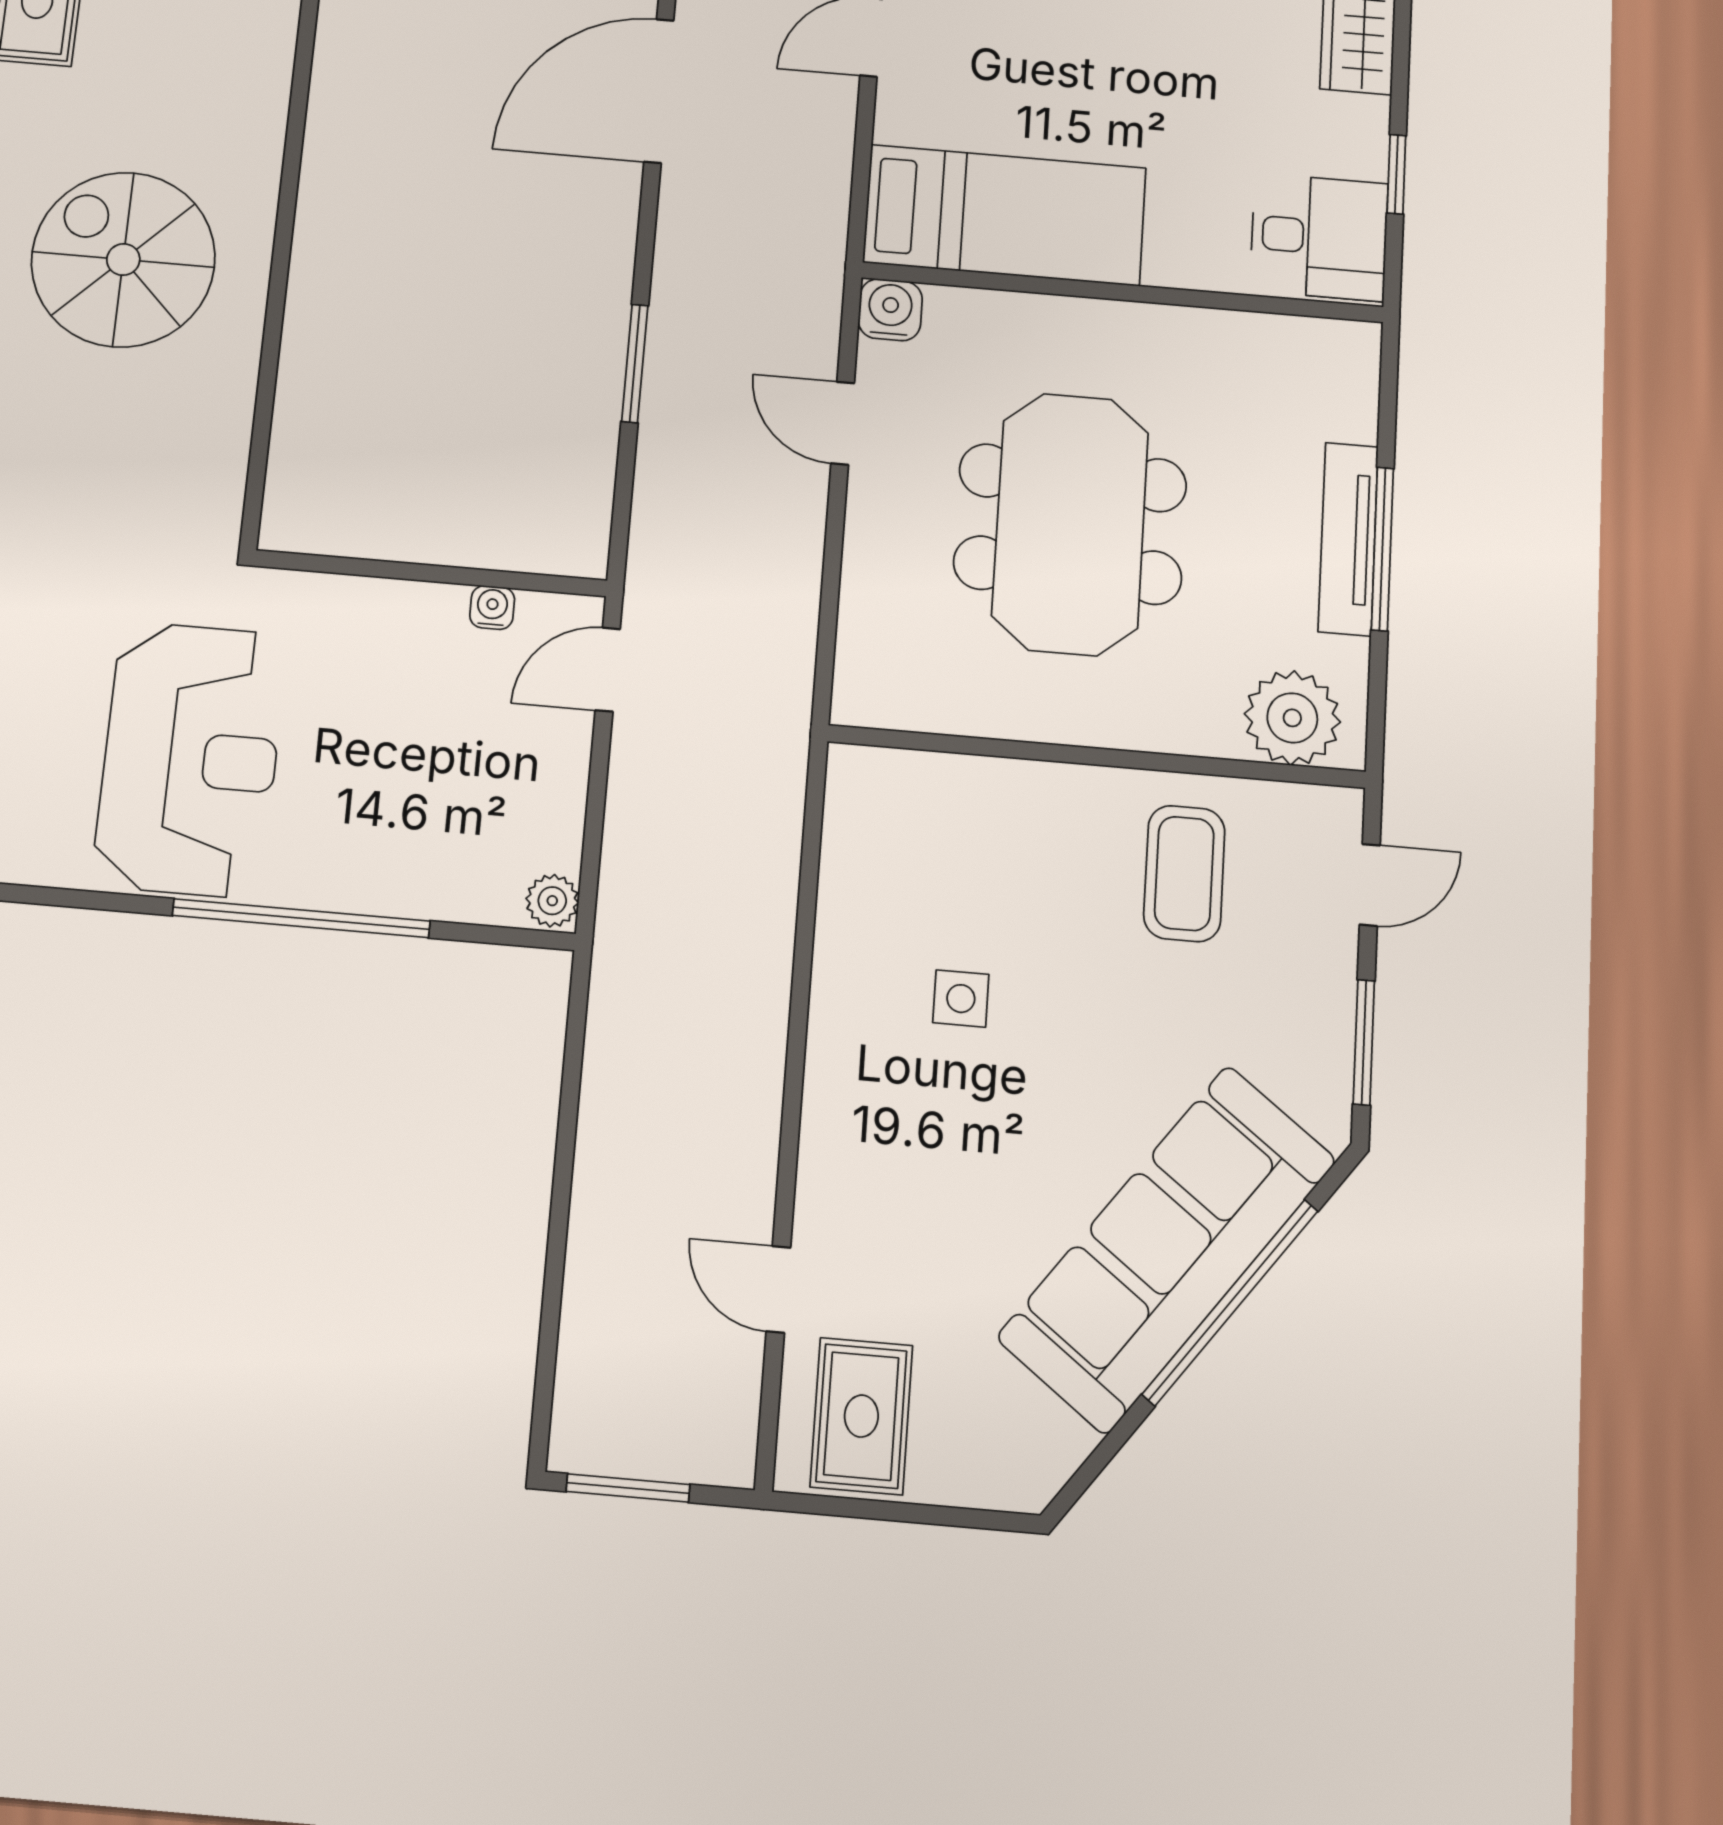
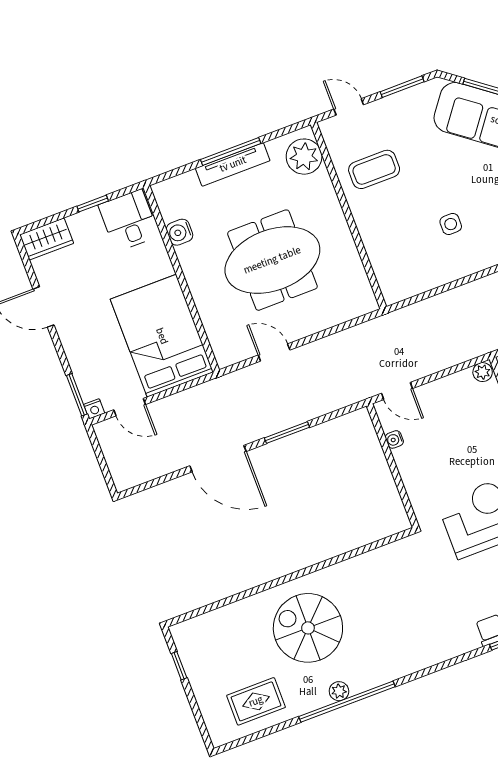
door: (659, 91) -> (218, 459), moved
bed: (1005, 215) -> (162, 336), width x1.50
spiral stairs: (123, 260) -> (308, 628), moved, turned 90
water cooler: (890, 310) -> (180, 232), moved
door: (843, 423) -> (274, 353), swing flipped

